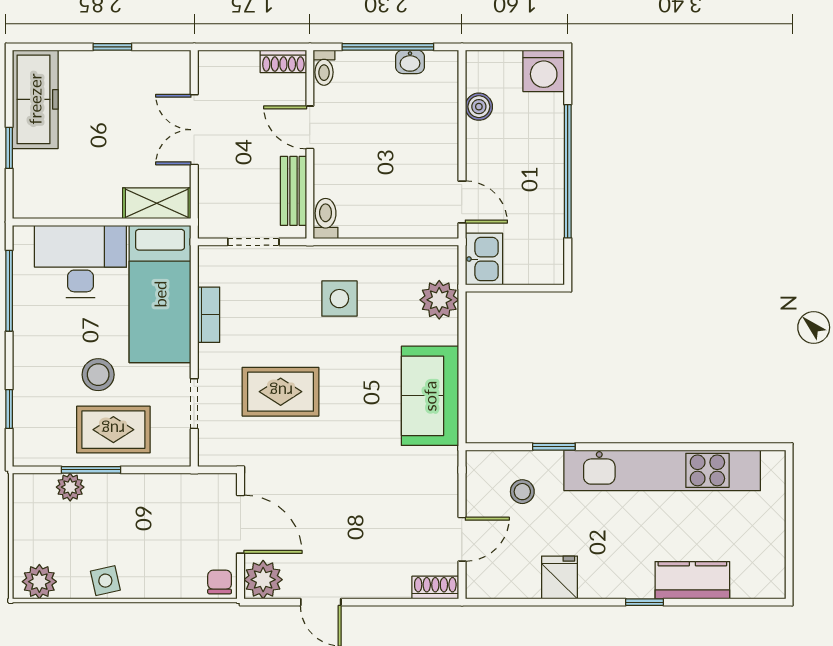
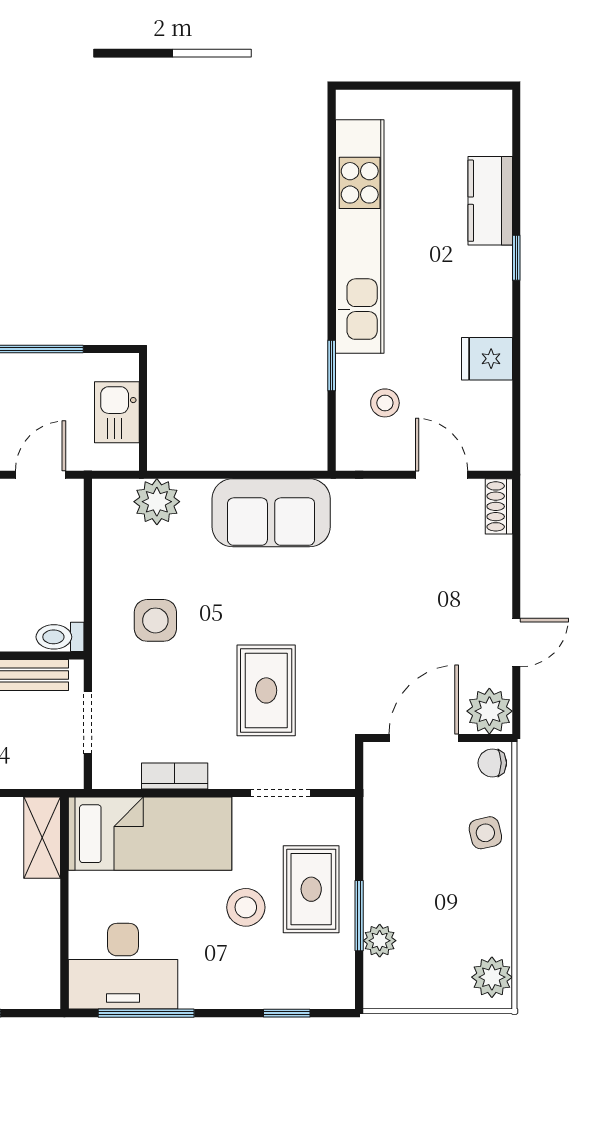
kitchen sink: (484, 259) -> (117, 412), moved, turned -90
desk: (80, 261) -> (123, 966), moved, turned -90
side table: (105, 581) -> (485, 833), moved

